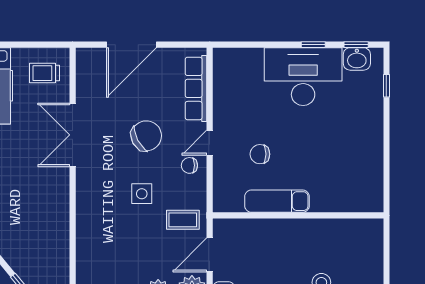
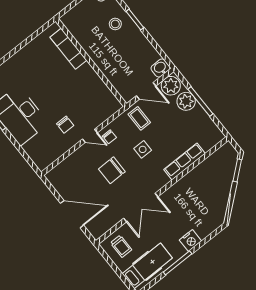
row of seats: (196, 88) -> (184, 161), moved, turned 180
chair: (146, 136) -> (112, 170), turned -62
chair: (260, 154) -> (65, 125), moved
exam couch: (277, 201) -> (68, 49), moved

